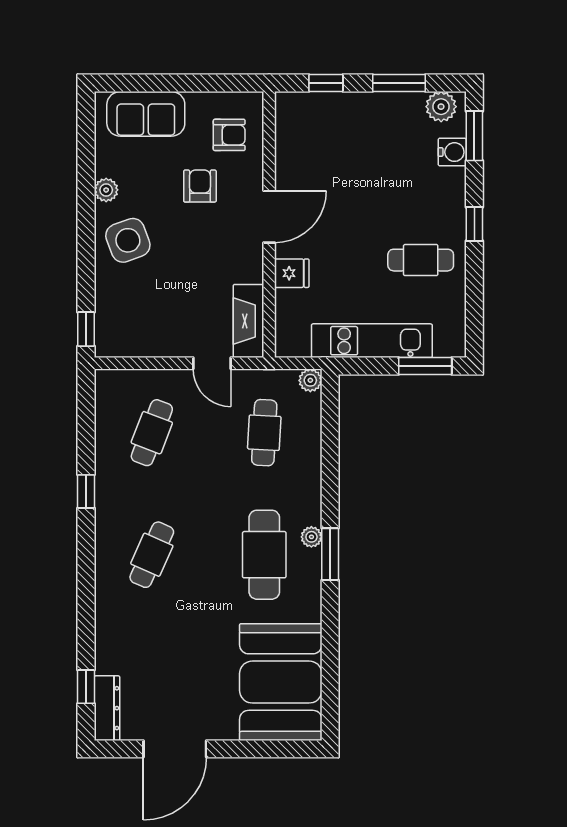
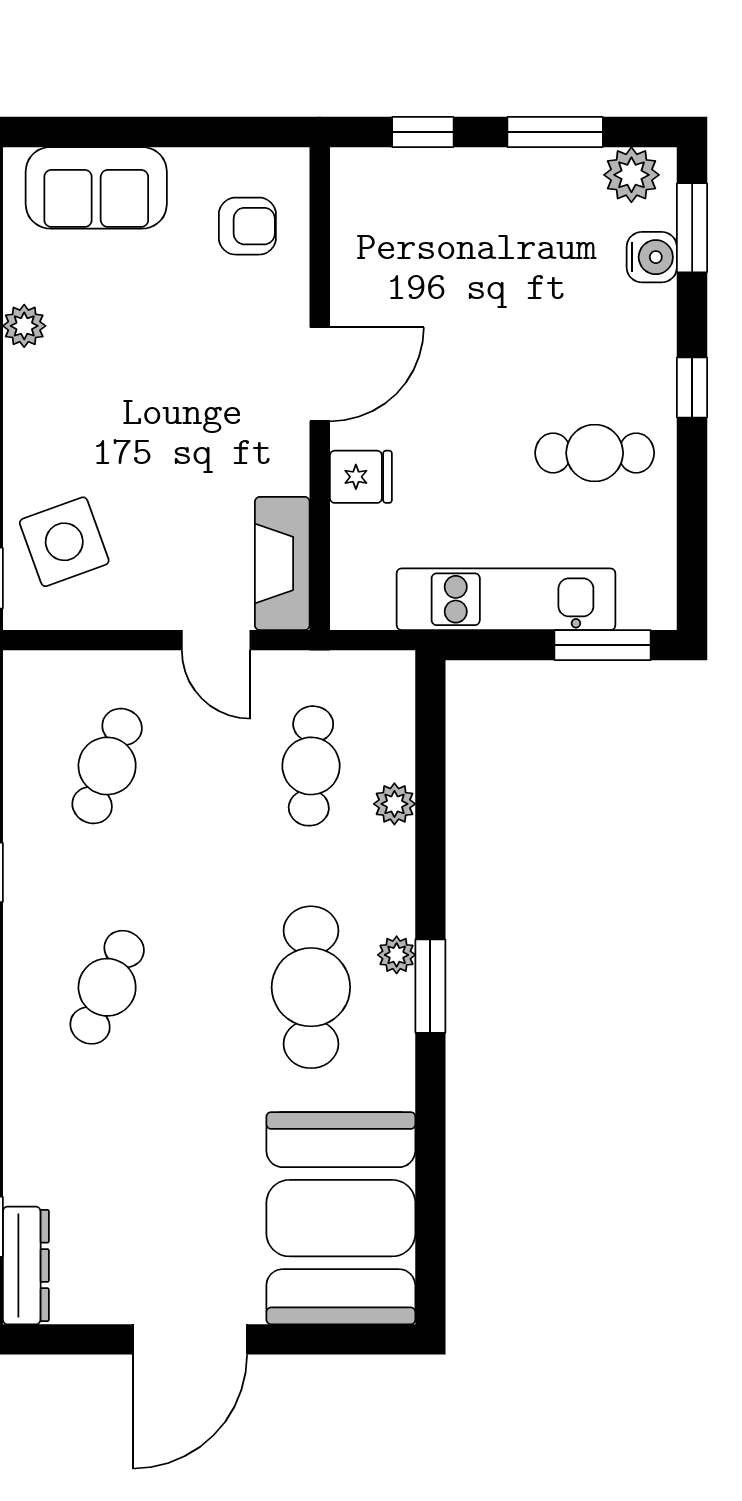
armchair: (200, 186) -> (194, 319), removed
side table: (128, 240) -> (64, 542), moved
plant: (310, 380) -> (394, 804), moved
door: (175, 749) -> (190, 1339), moved

